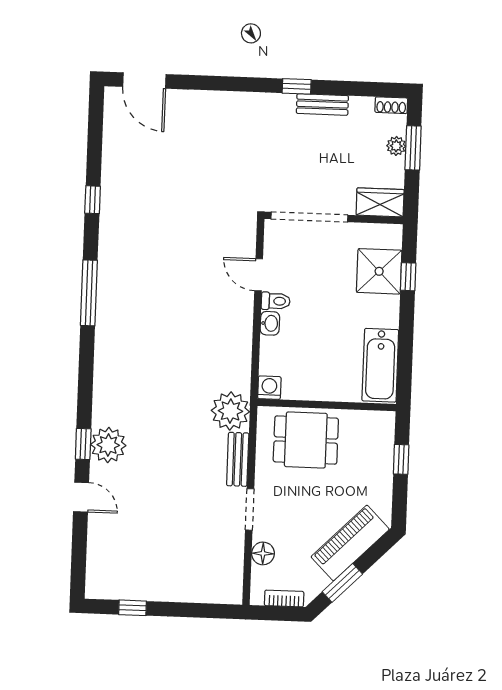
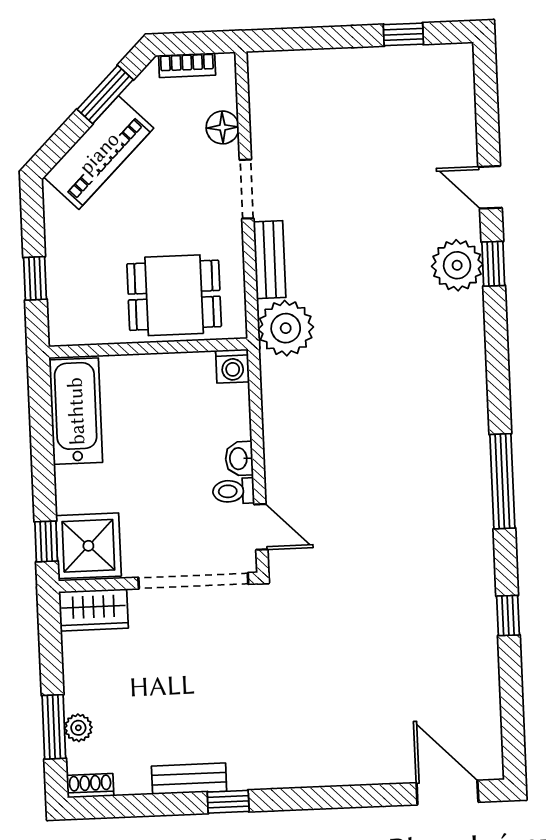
wardrobe: (380, 202) -> (94, 610), moved
doorway: (309, 217) -> (193, 581), moved
wall: (334, 218) -> (158, 582), moved

